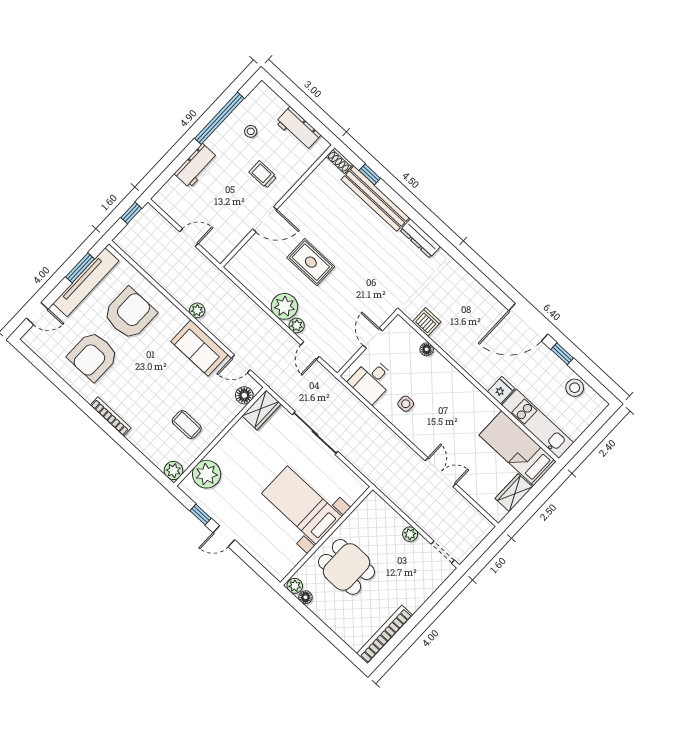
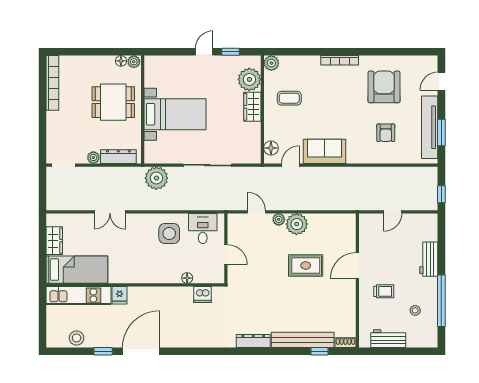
plant: (197, 310) -> (156, 178), moved, width x1.87, depth x1.87
armchair: (130, 314) -> (386, 133), width x0.53, depth x0.53
side table: (406, 404) -> (169, 234), width x1.87, depth x1.87
wardrobe: (262, 410) -> (252, 107), moved
dresser: (387, 514) -> (118, 157), added

